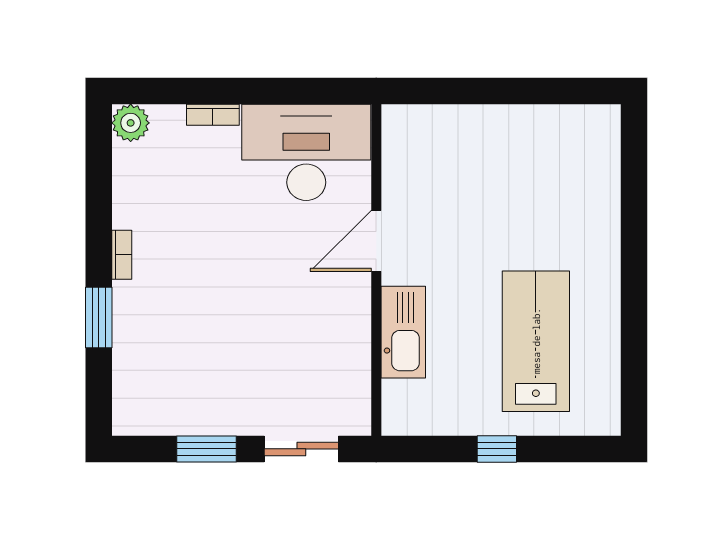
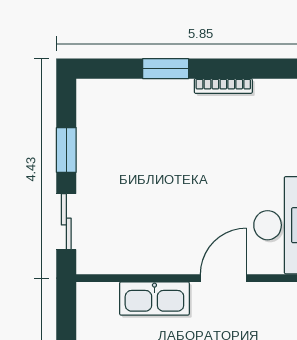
door: (376, 241) -> (223, 278), hinge flipped
bookcase: (122, 255) -> (223, 86), width x1.56

